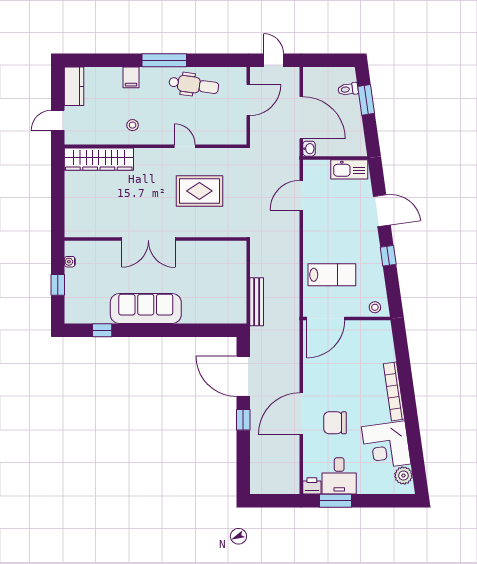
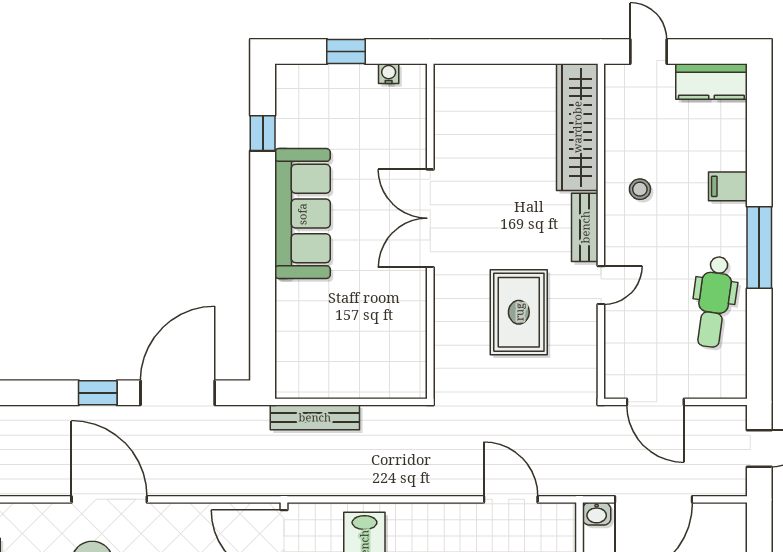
door: (248, 100) -> (655, 402), moved
bench: (153, 155) -> (585, 227), added

